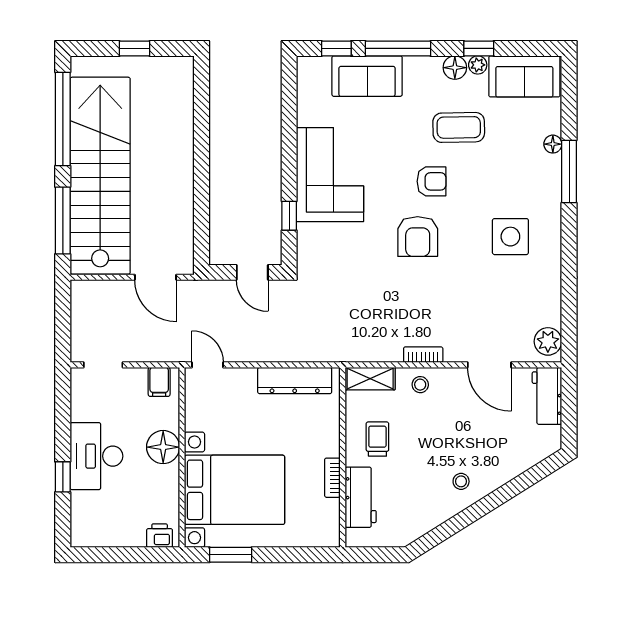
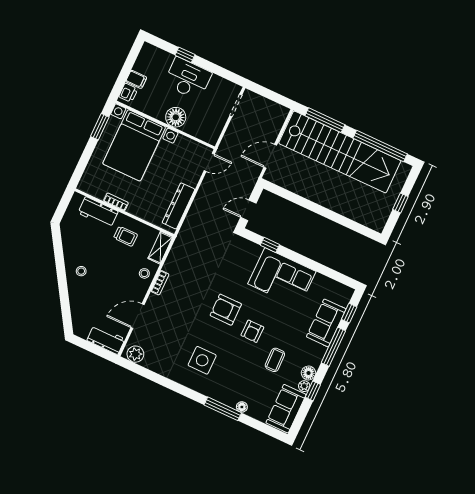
coffee table: (459, 127) -> (275, 360), width x0.73, depth x0.77
filing cabinet: (159, 382) -> (136, 79), moved, turned 180

